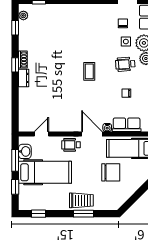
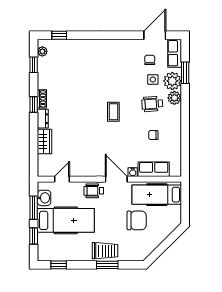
wardrobe: (25, 99) -> (45, 142), added

